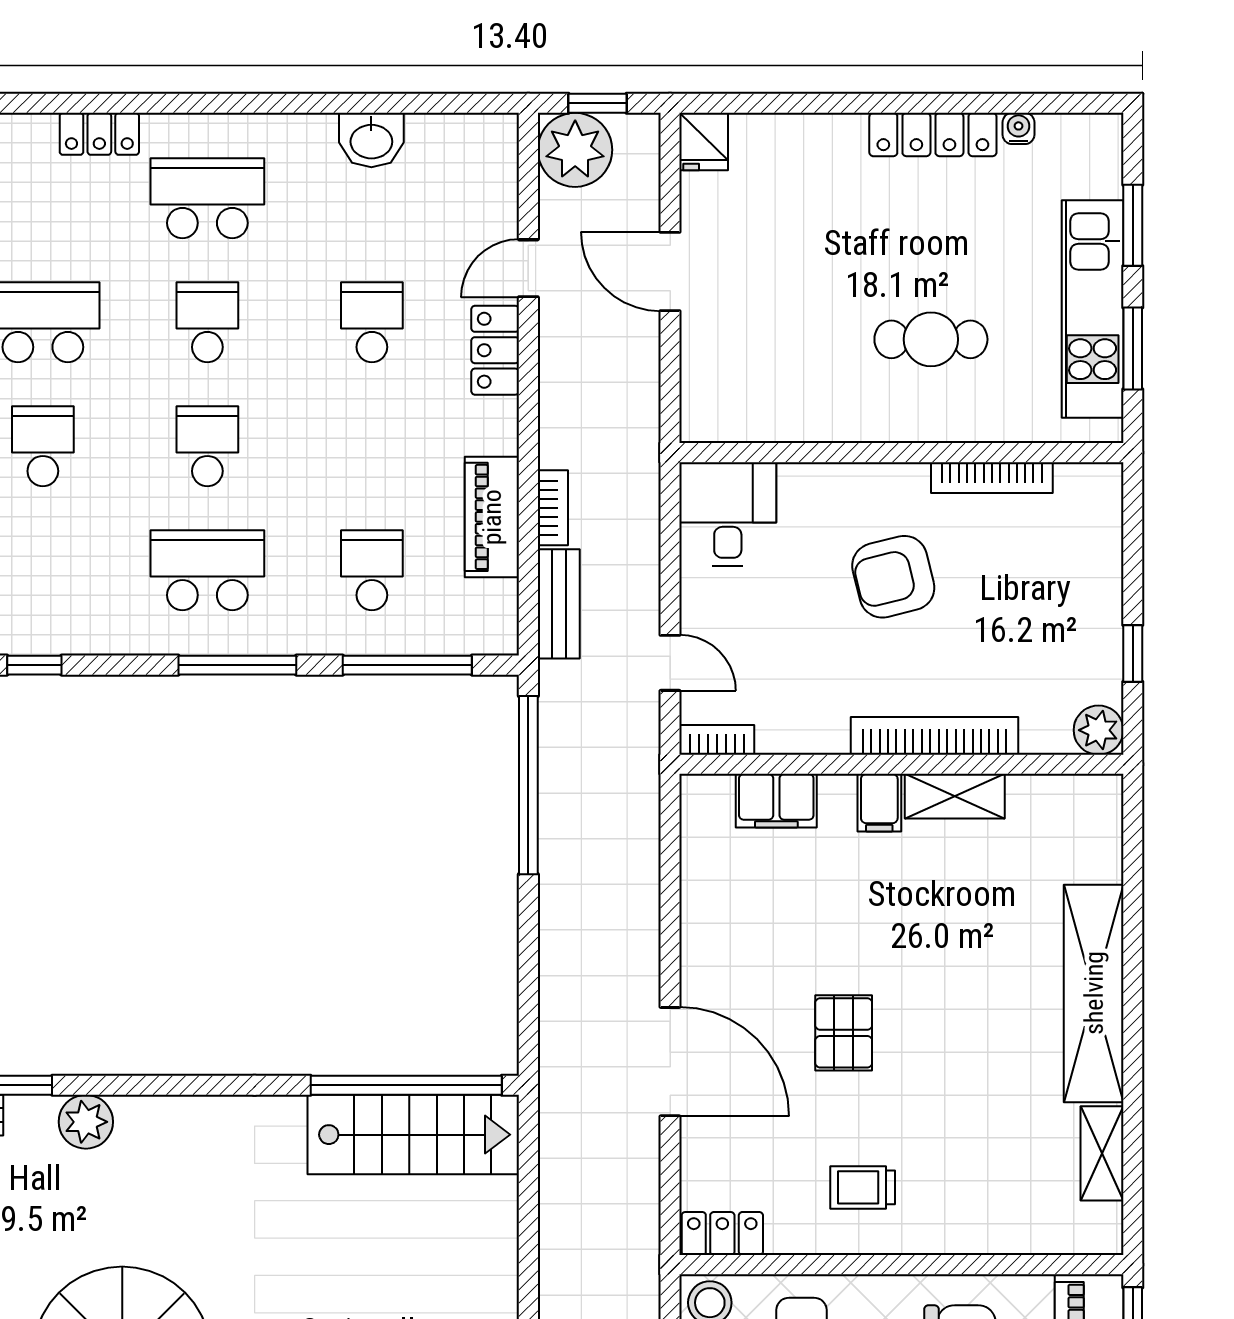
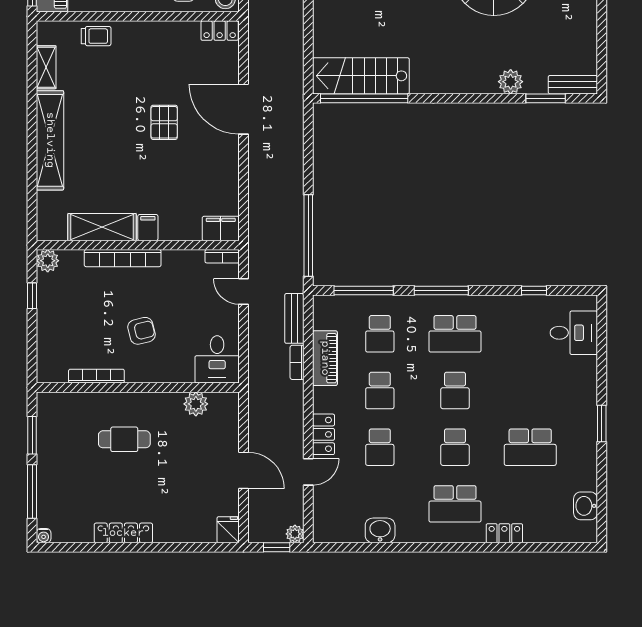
water cooler: (1018, 128) -> (44, 536), moved
plant: (575, 150) -> (295, 534), width x0.53, depth x0.53
window: (1133, 225) -> (32, 491), width x1.44
kitchen unit: (1093, 309) -> (50, 453), removed
plant: (774, 417) -> (196, 404), added
school desk: (43, 446) -> (380, 390), moved
armchair: (893, 577) -> (141, 331), width x0.72, depth x0.72
shelving: (955, 796) -> (102, 227), width x1.50, depth x1.33
filing cabinet: (776, 801) -> (221, 228), moved
trolley: (863, 1187) -> (96, 36), moved

